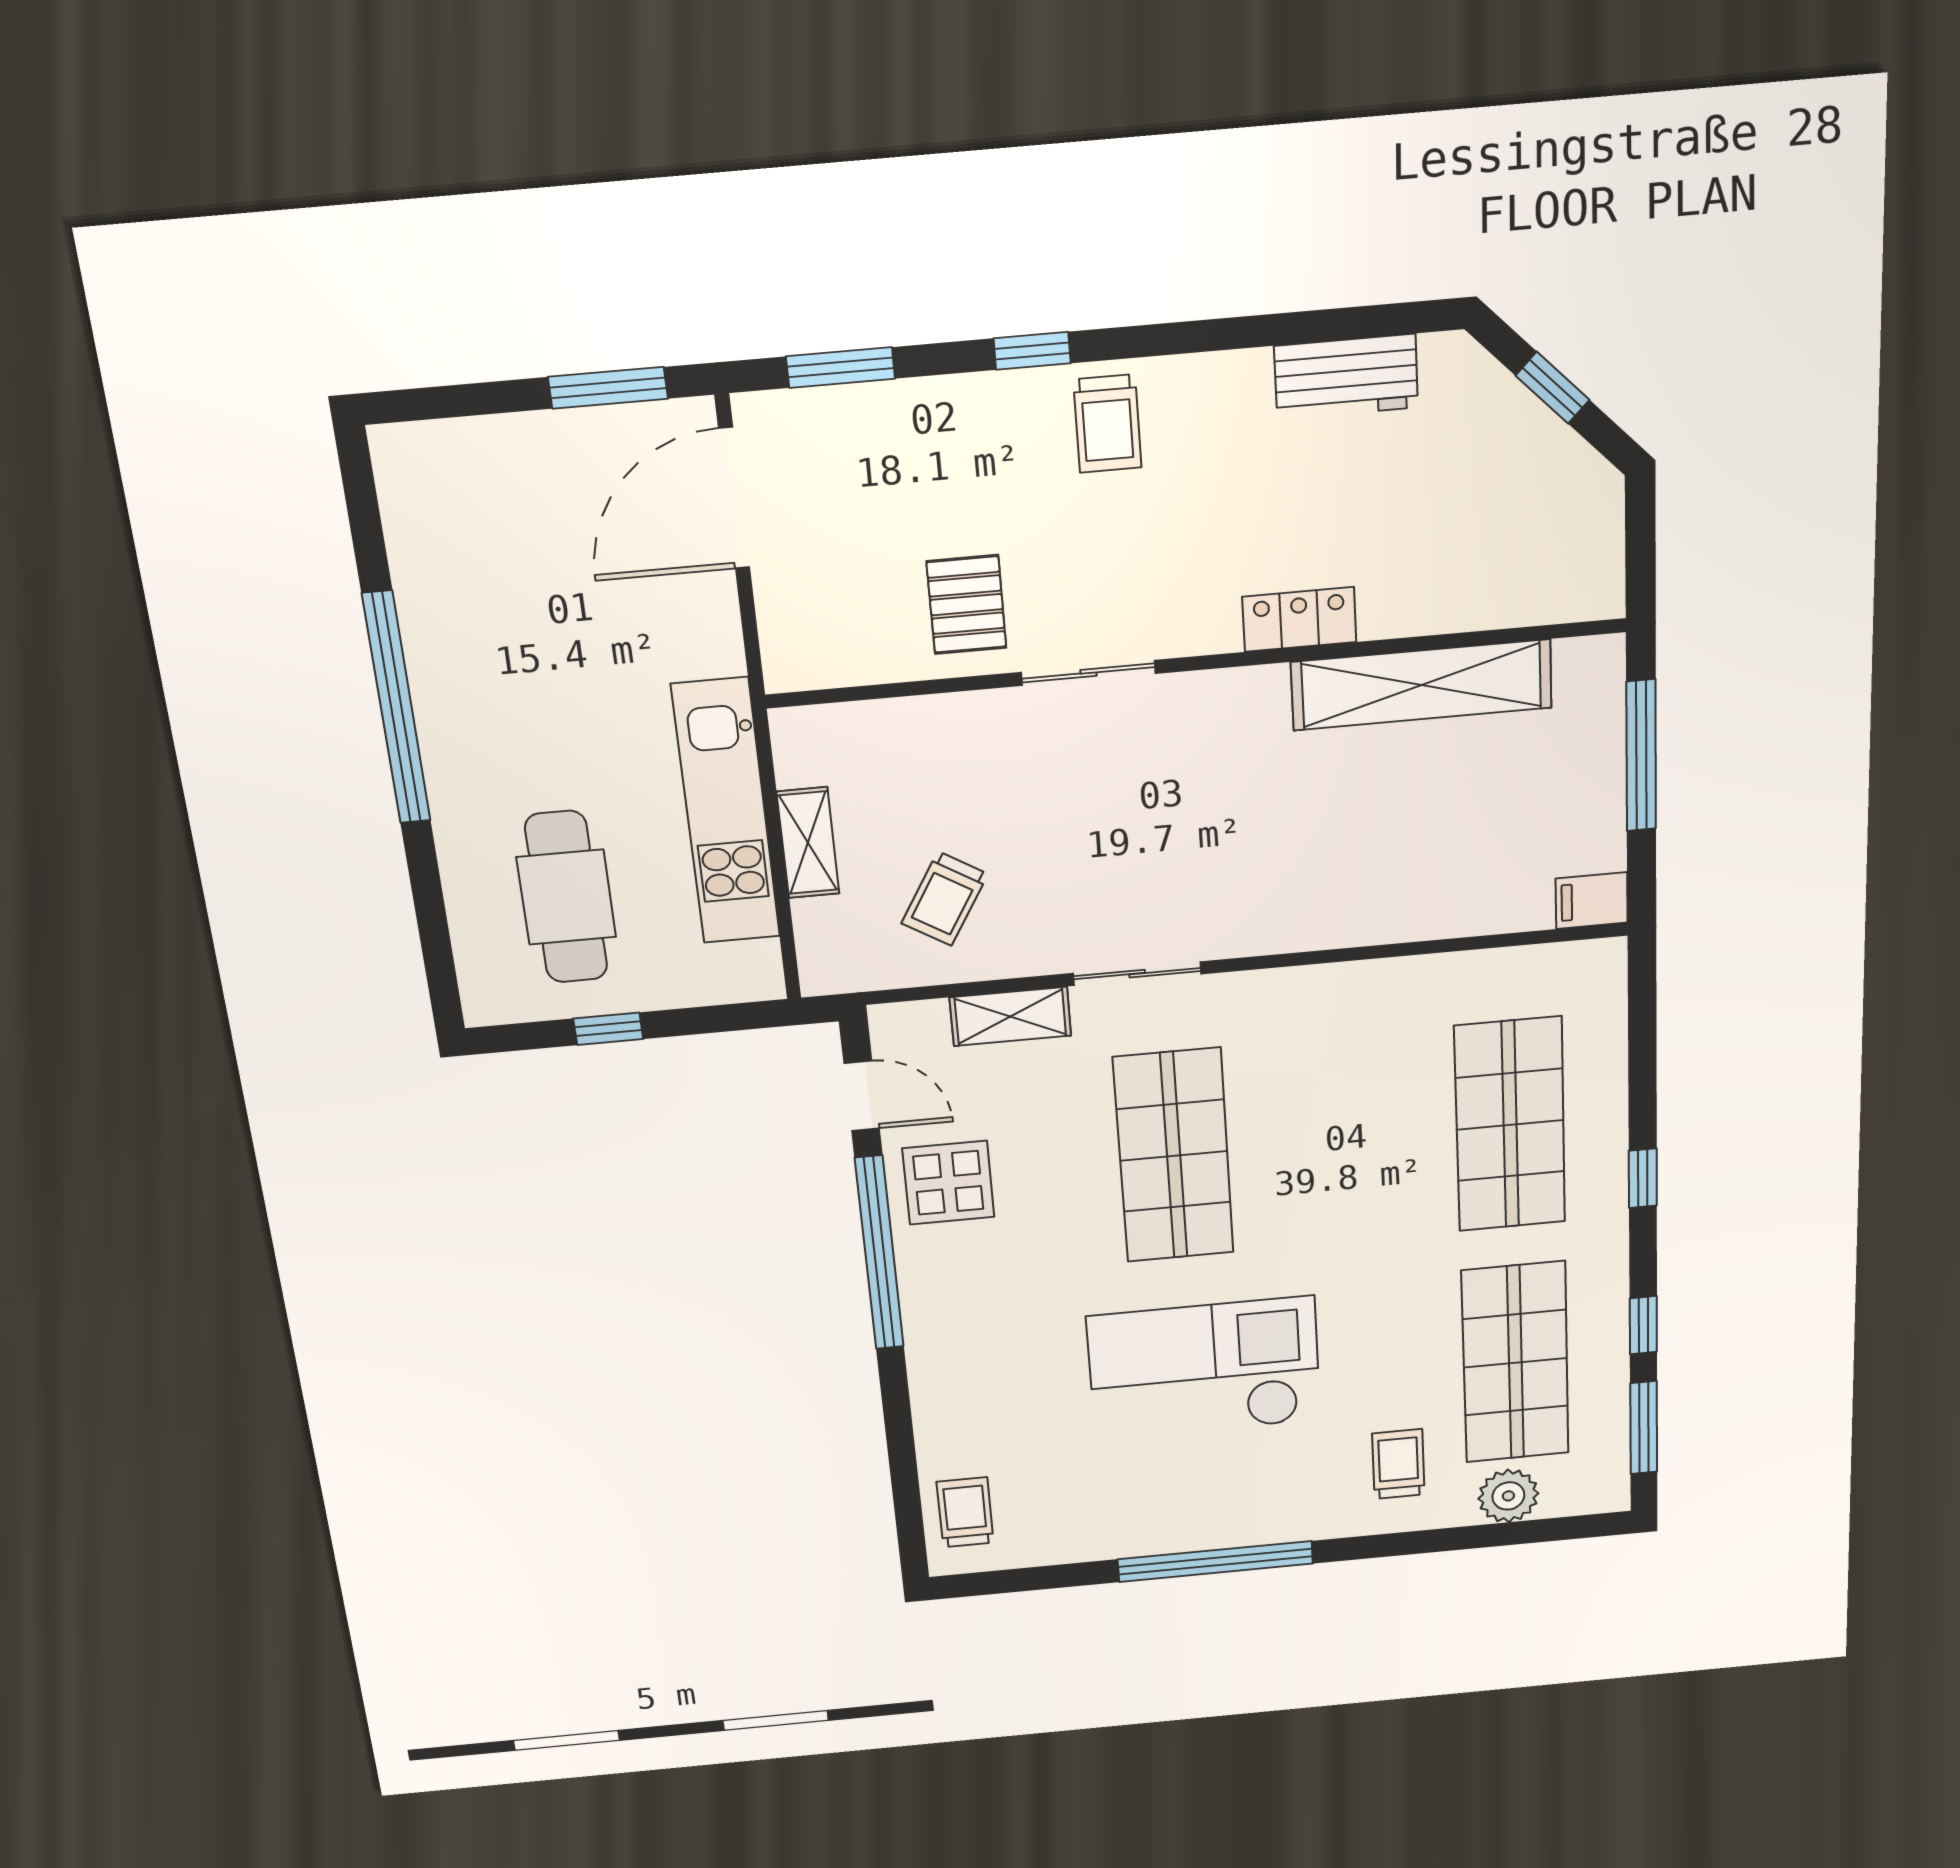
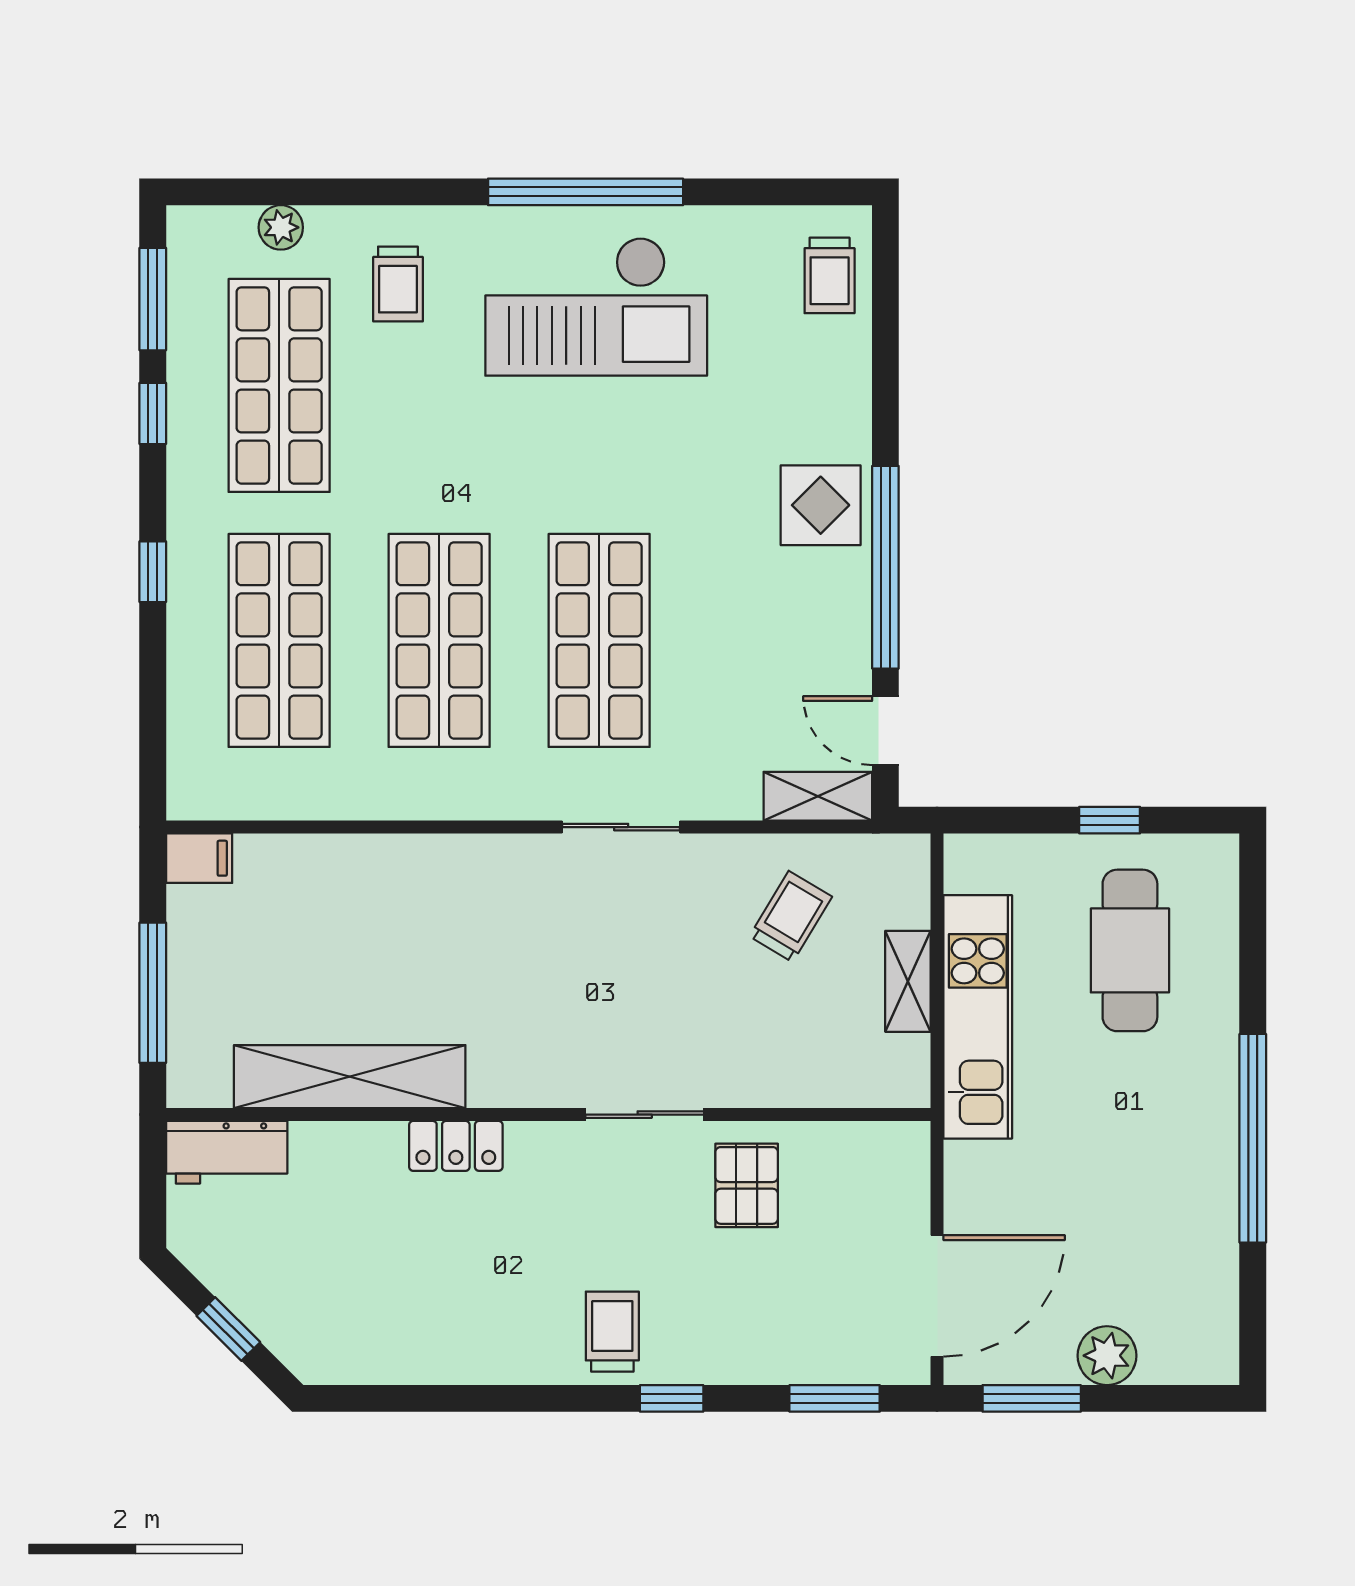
workbench: (1346, 377) -> (227, 1152), moved, turned 180
plant: (526, 446) -> (1107, 1356), added
shelving: (1010, 1016) -> (818, 796), moved
shop shelf: (1342, 1140) -> (439, 640), added
display table: (948, 1183) -> (821, 505), moved
checkout: (1204, 1369) -> (596, 306), moved
plant: (1508, 1496) -> (281, 227), width x0.73, depth x0.73

